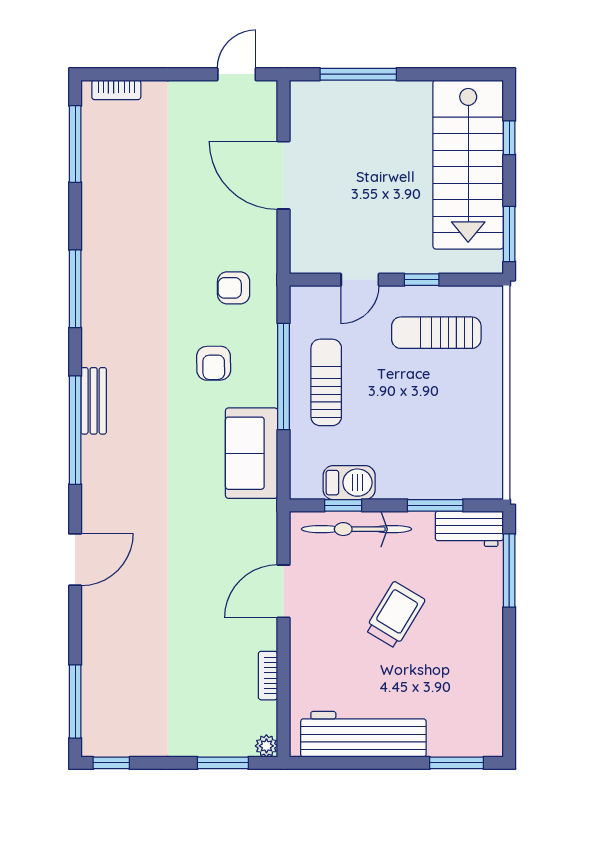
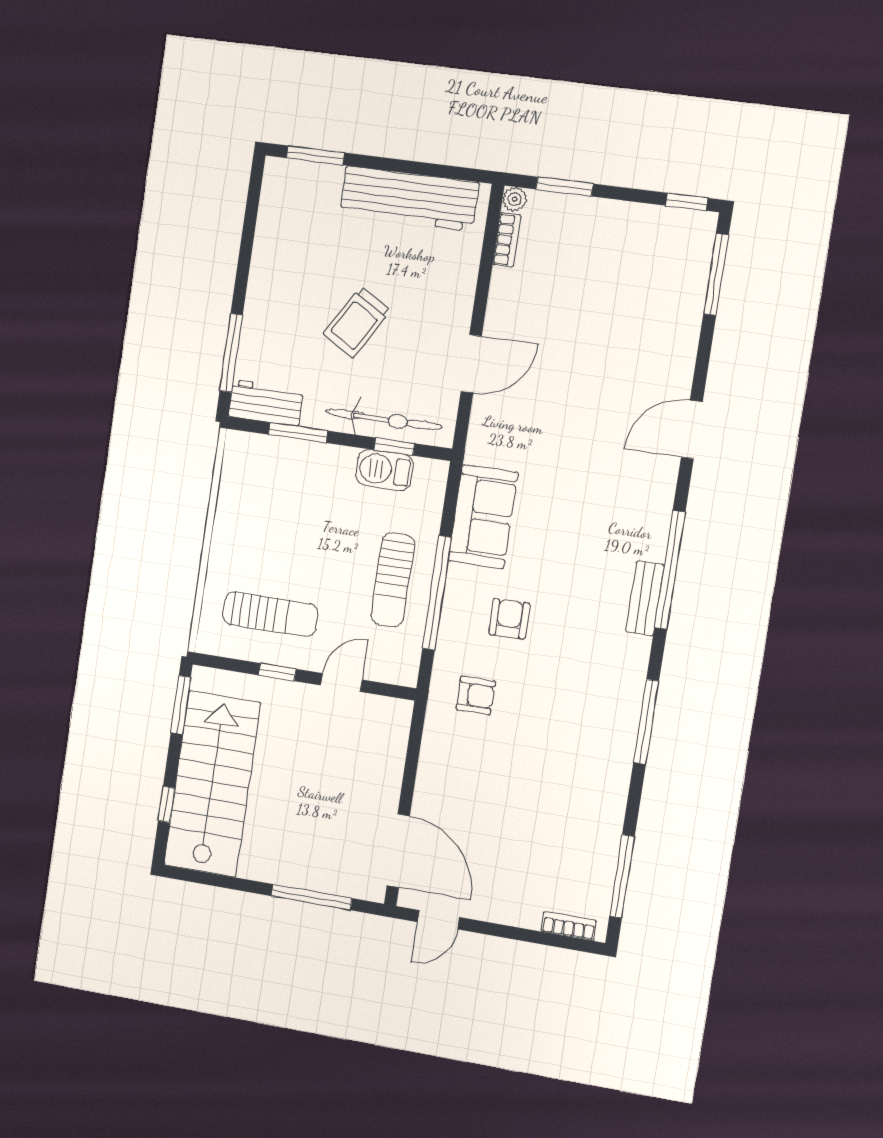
door: (283, 175) -> (398, 851), moved
bookcase: (268, 676) -> (507, 240), moved

